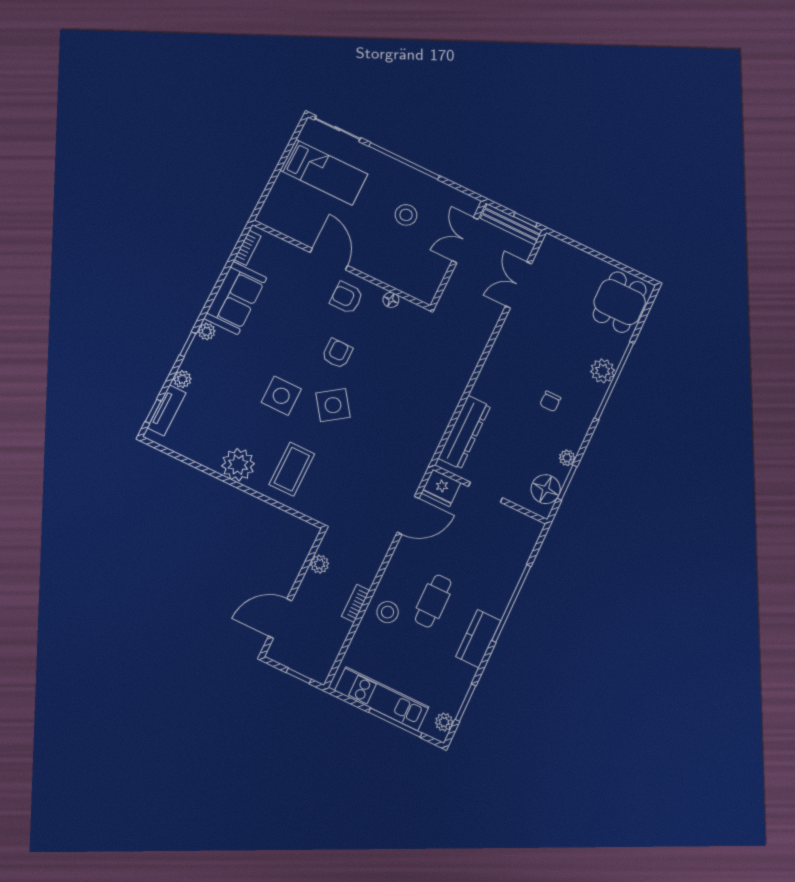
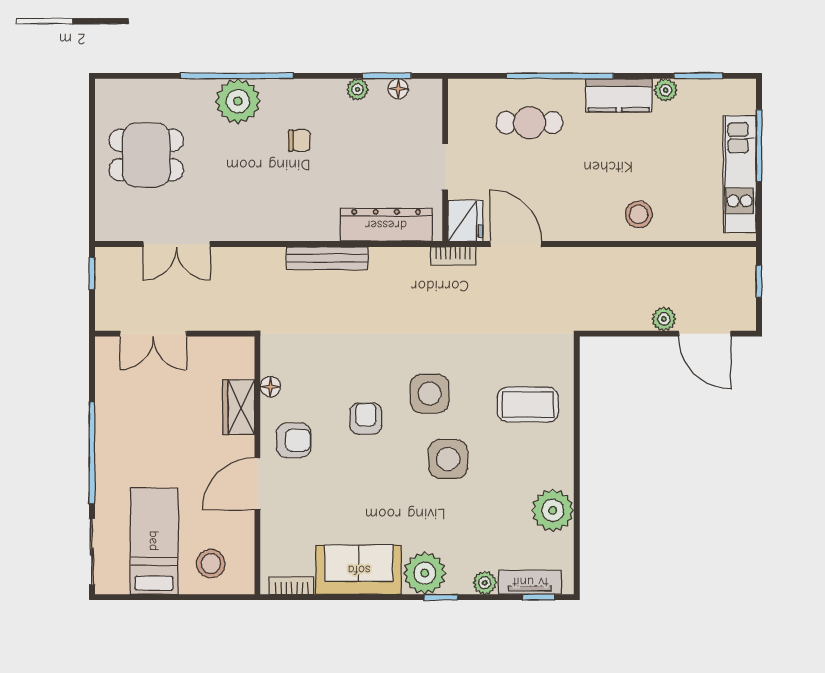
stool: (406, 215) -> (211, 564), moved
bench: (511, 224) -> (327, 258), moved, turned 90
wardrobe: (387, 272) -> (239, 407), added
armchair: (346, 298) -> (294, 440), turned -90
dining table: (620, 302) -> (146, 155), moved
plant: (207, 331) -> (425, 573), width x1.87, depth x1.87
armchair: (337, 353) -> (366, 419), turned 90
plant: (603, 371) -> (238, 101), width x1.36, depth x1.36
side table: (333, 405) -> (430, 394), turned 35
plant: (238, 465) -> (553, 510), moved
floor lamp: (546, 489) -> (398, 89), width x0.53, depth x0.53
plant: (320, 564) -> (664, 319), moved
cafe table: (433, 601) -> (529, 123), moved
bookcase: (356, 603) -> (453, 256), moved
plant: (444, 722) -> (666, 90), moved

